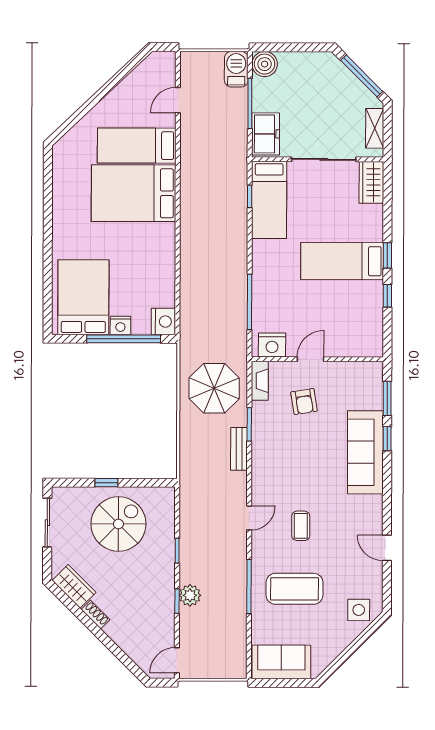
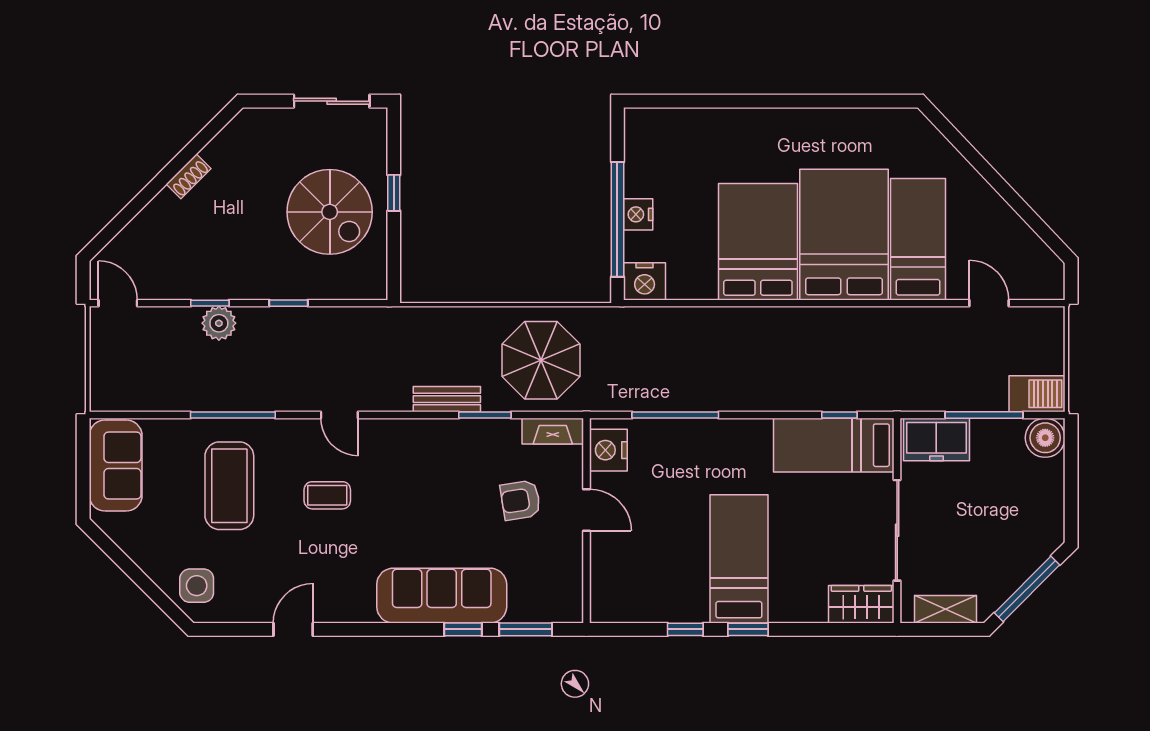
bed: (83, 297) -> (758, 242), moved, turned -90
wardrobe: (74, 586) -> (232, 143), removed

